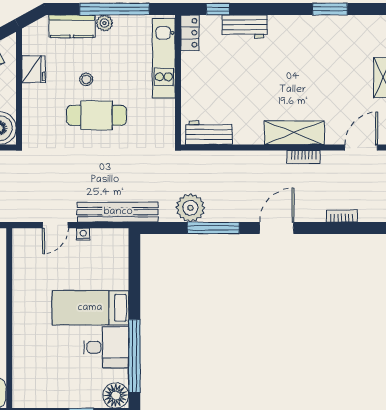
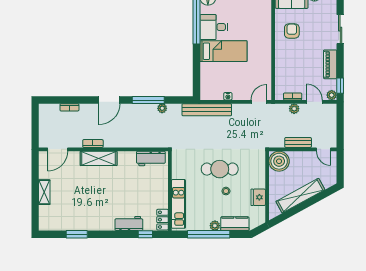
plant: (190, 208) -> (162, 108), width x0.53, depth x0.53
door: (55, 225) -> (259, 102), moved

